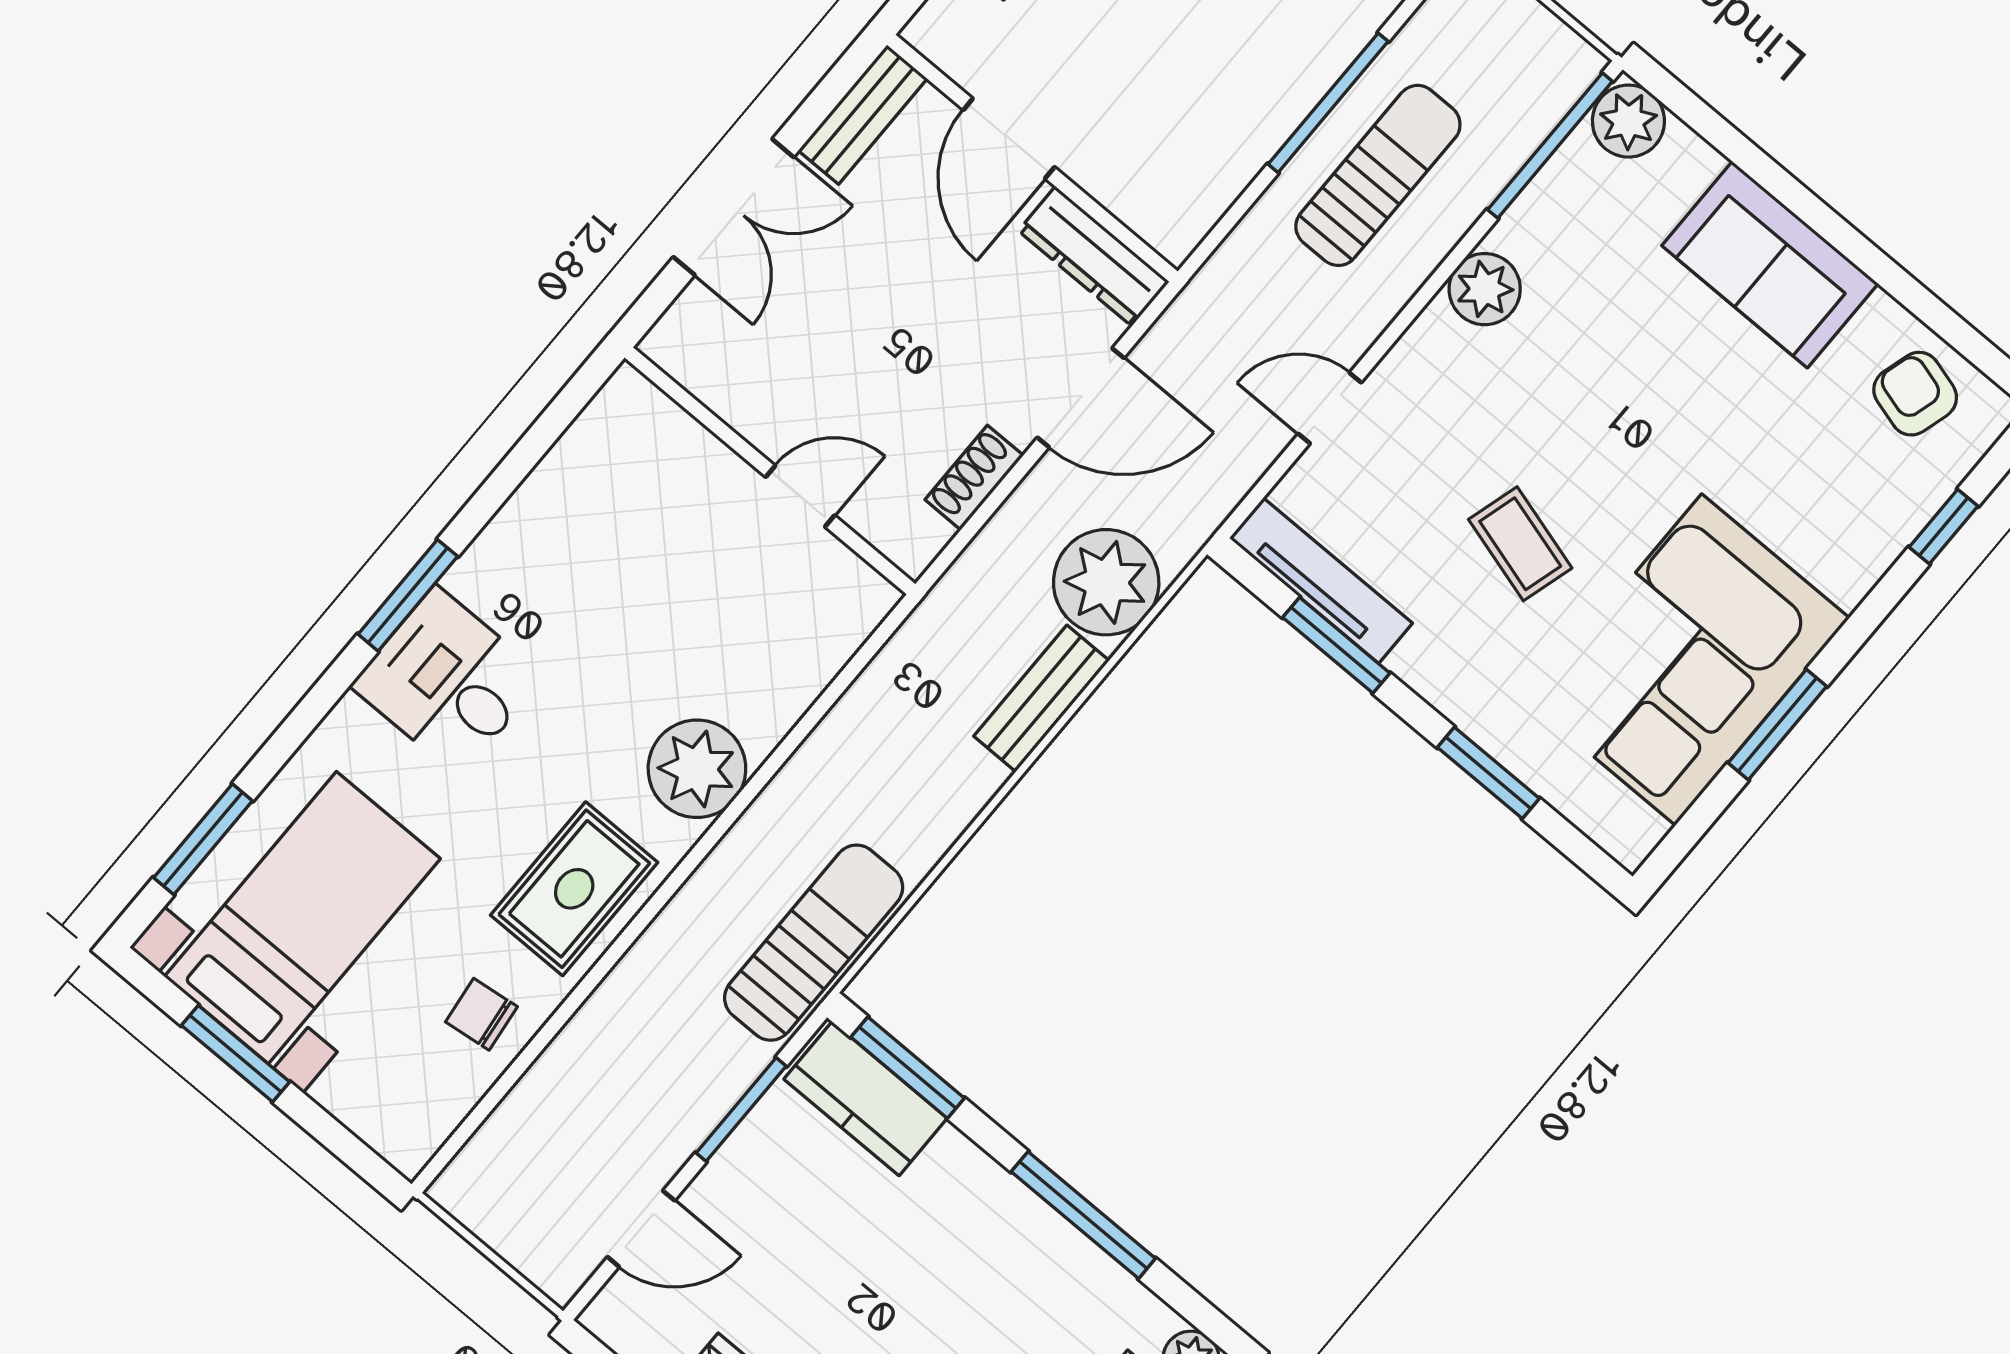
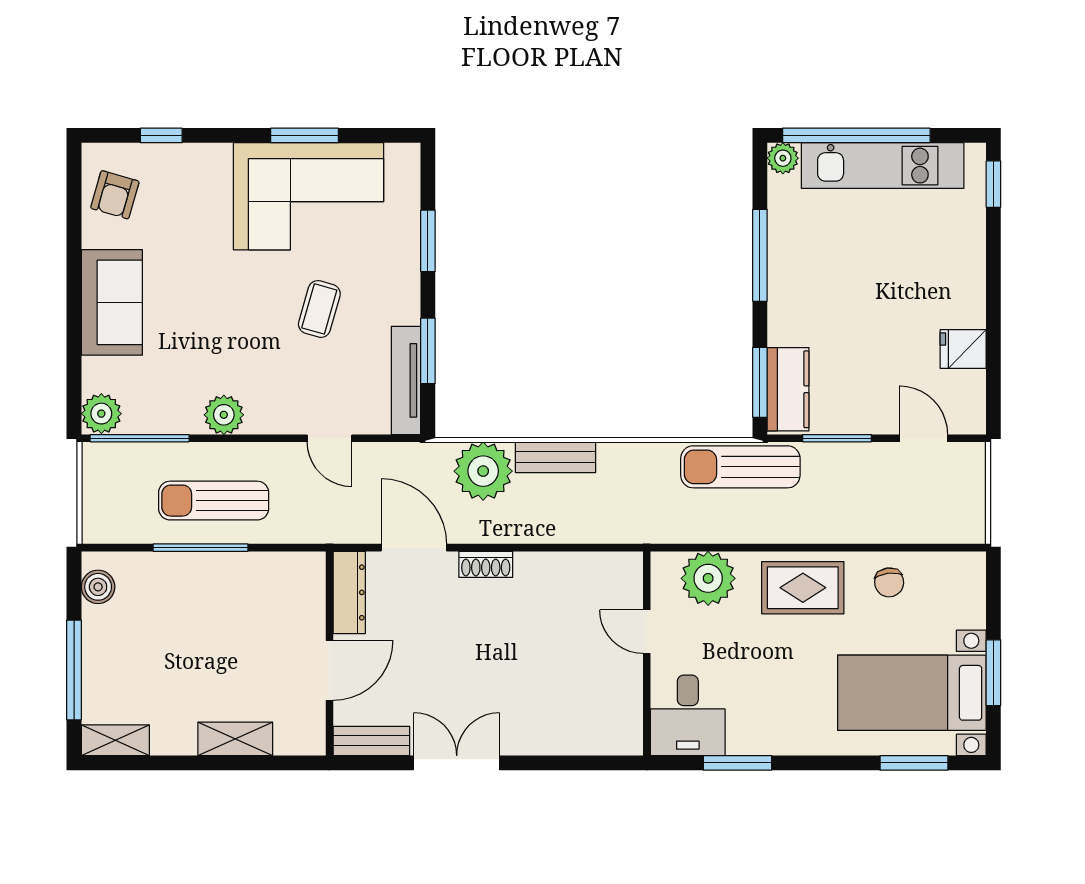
wall: (770, 471) -> (647, 653), moved
door: (800, 496) -> (647, 632), moved
desk: (448, 681) -> (688, 715), moved

